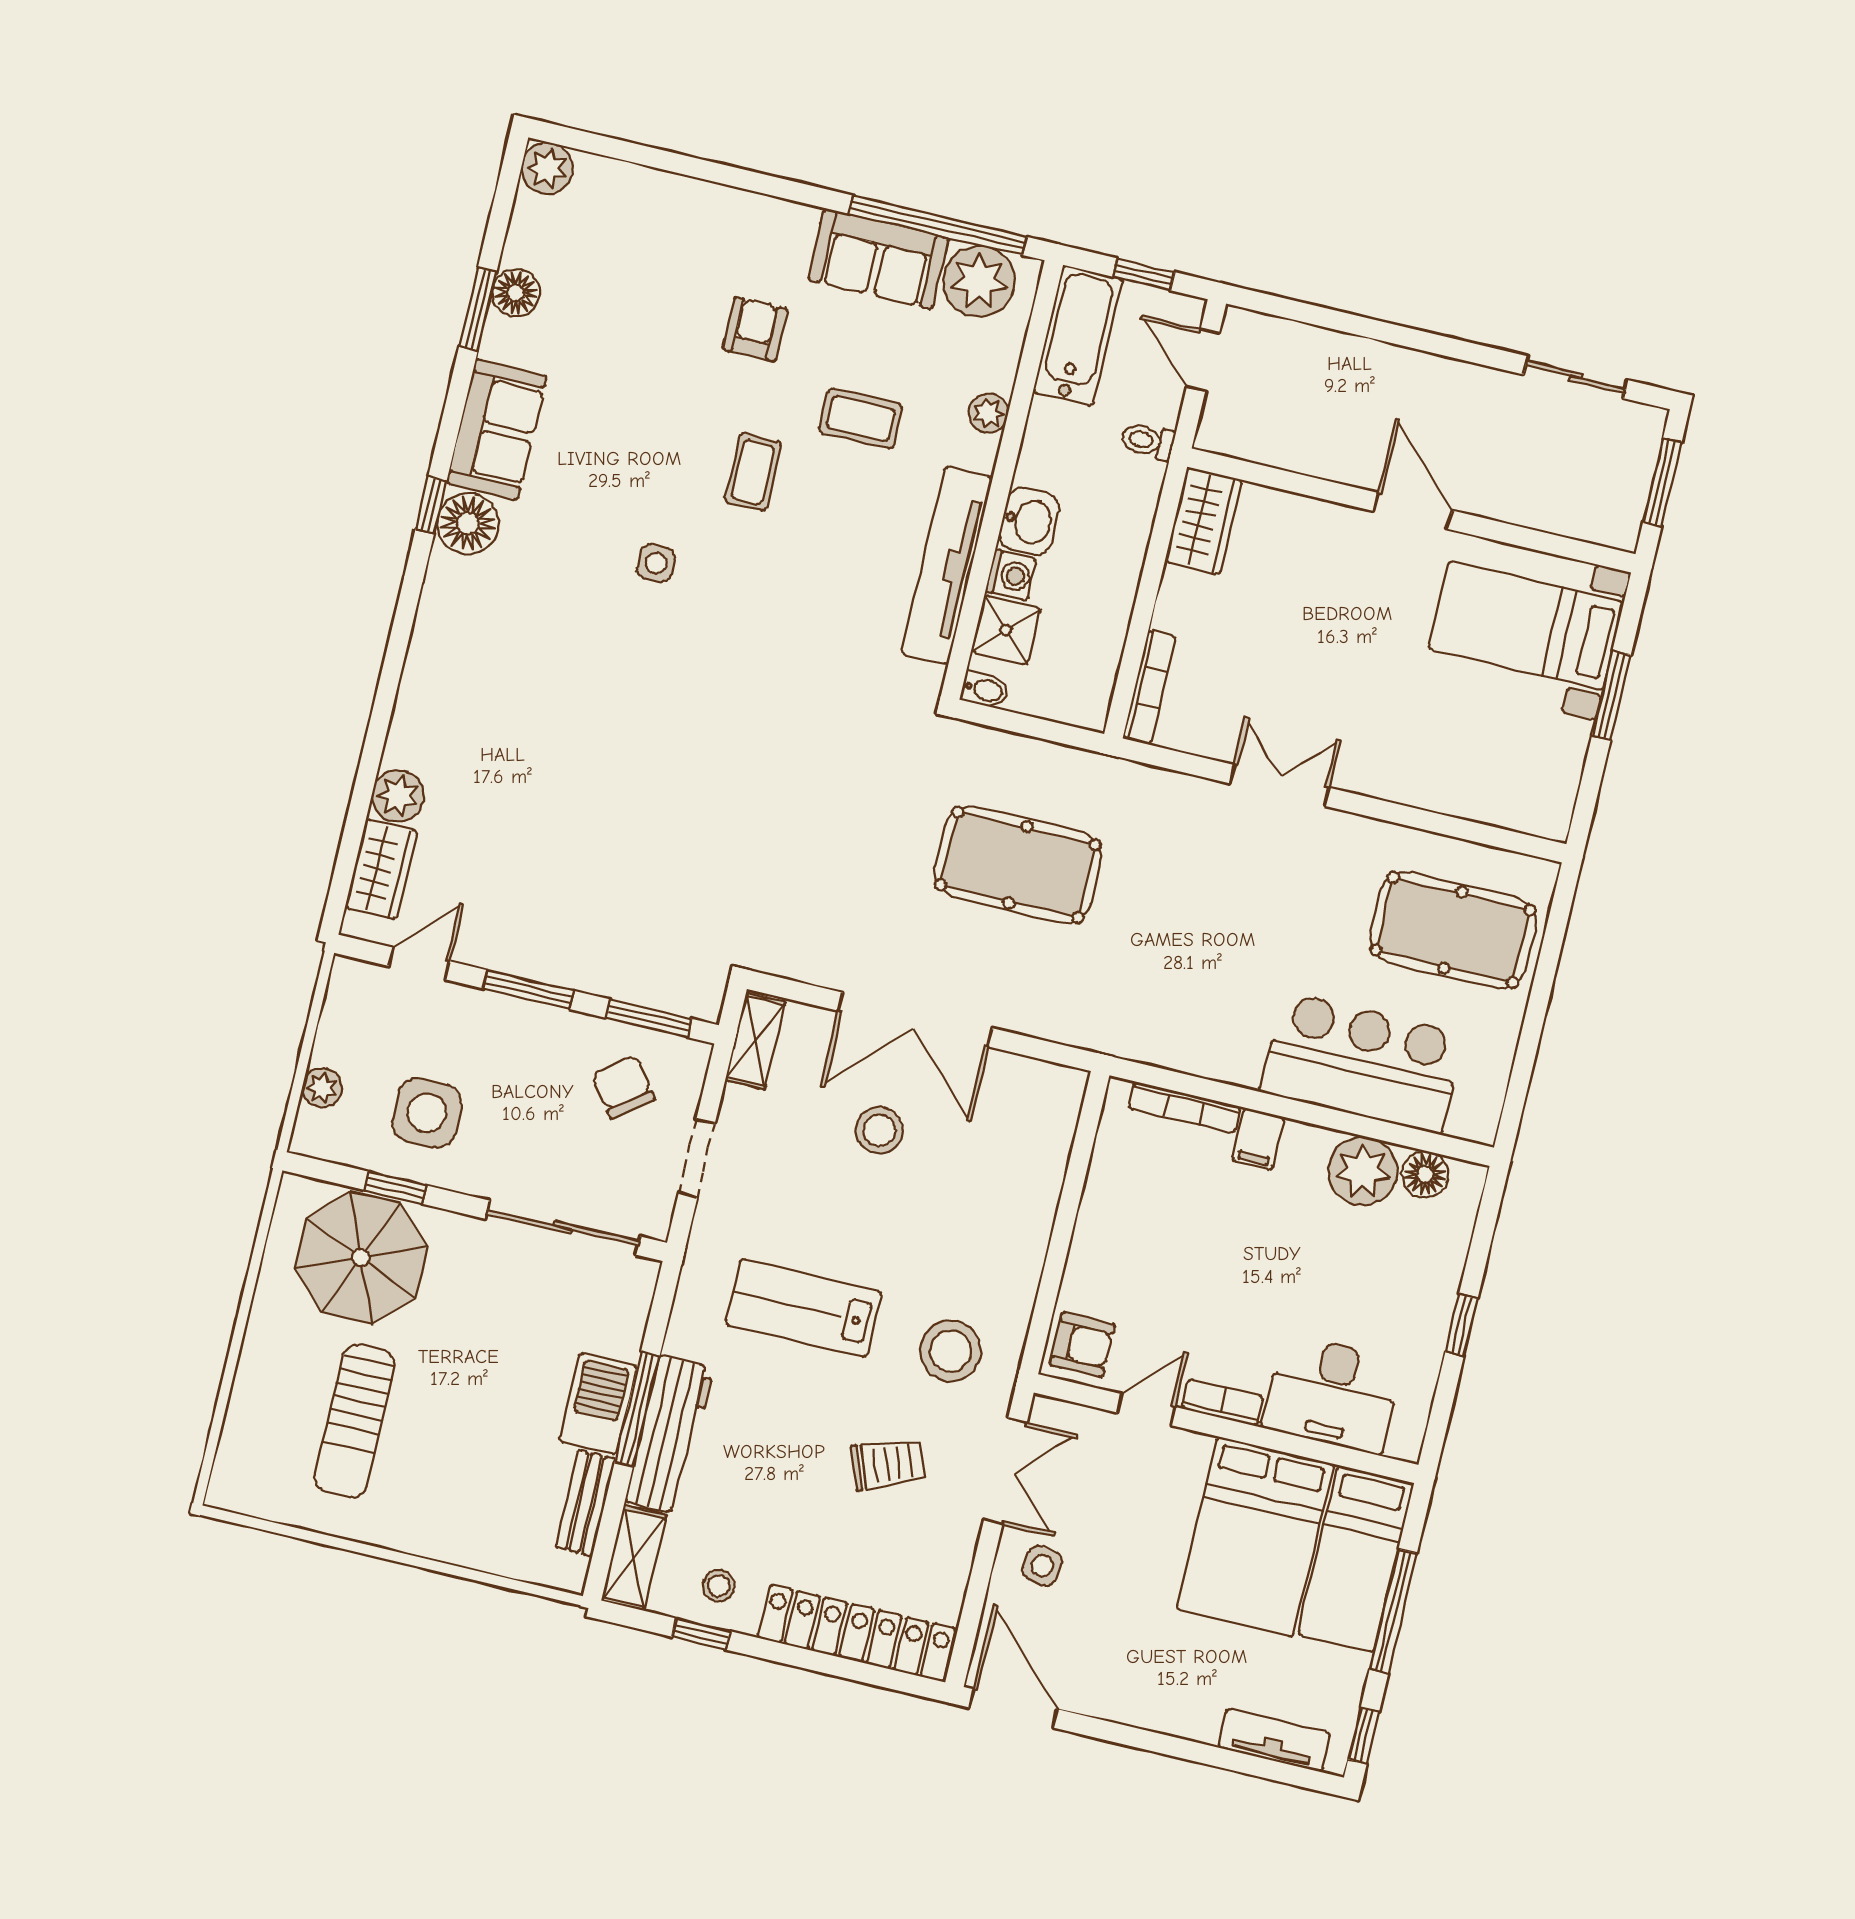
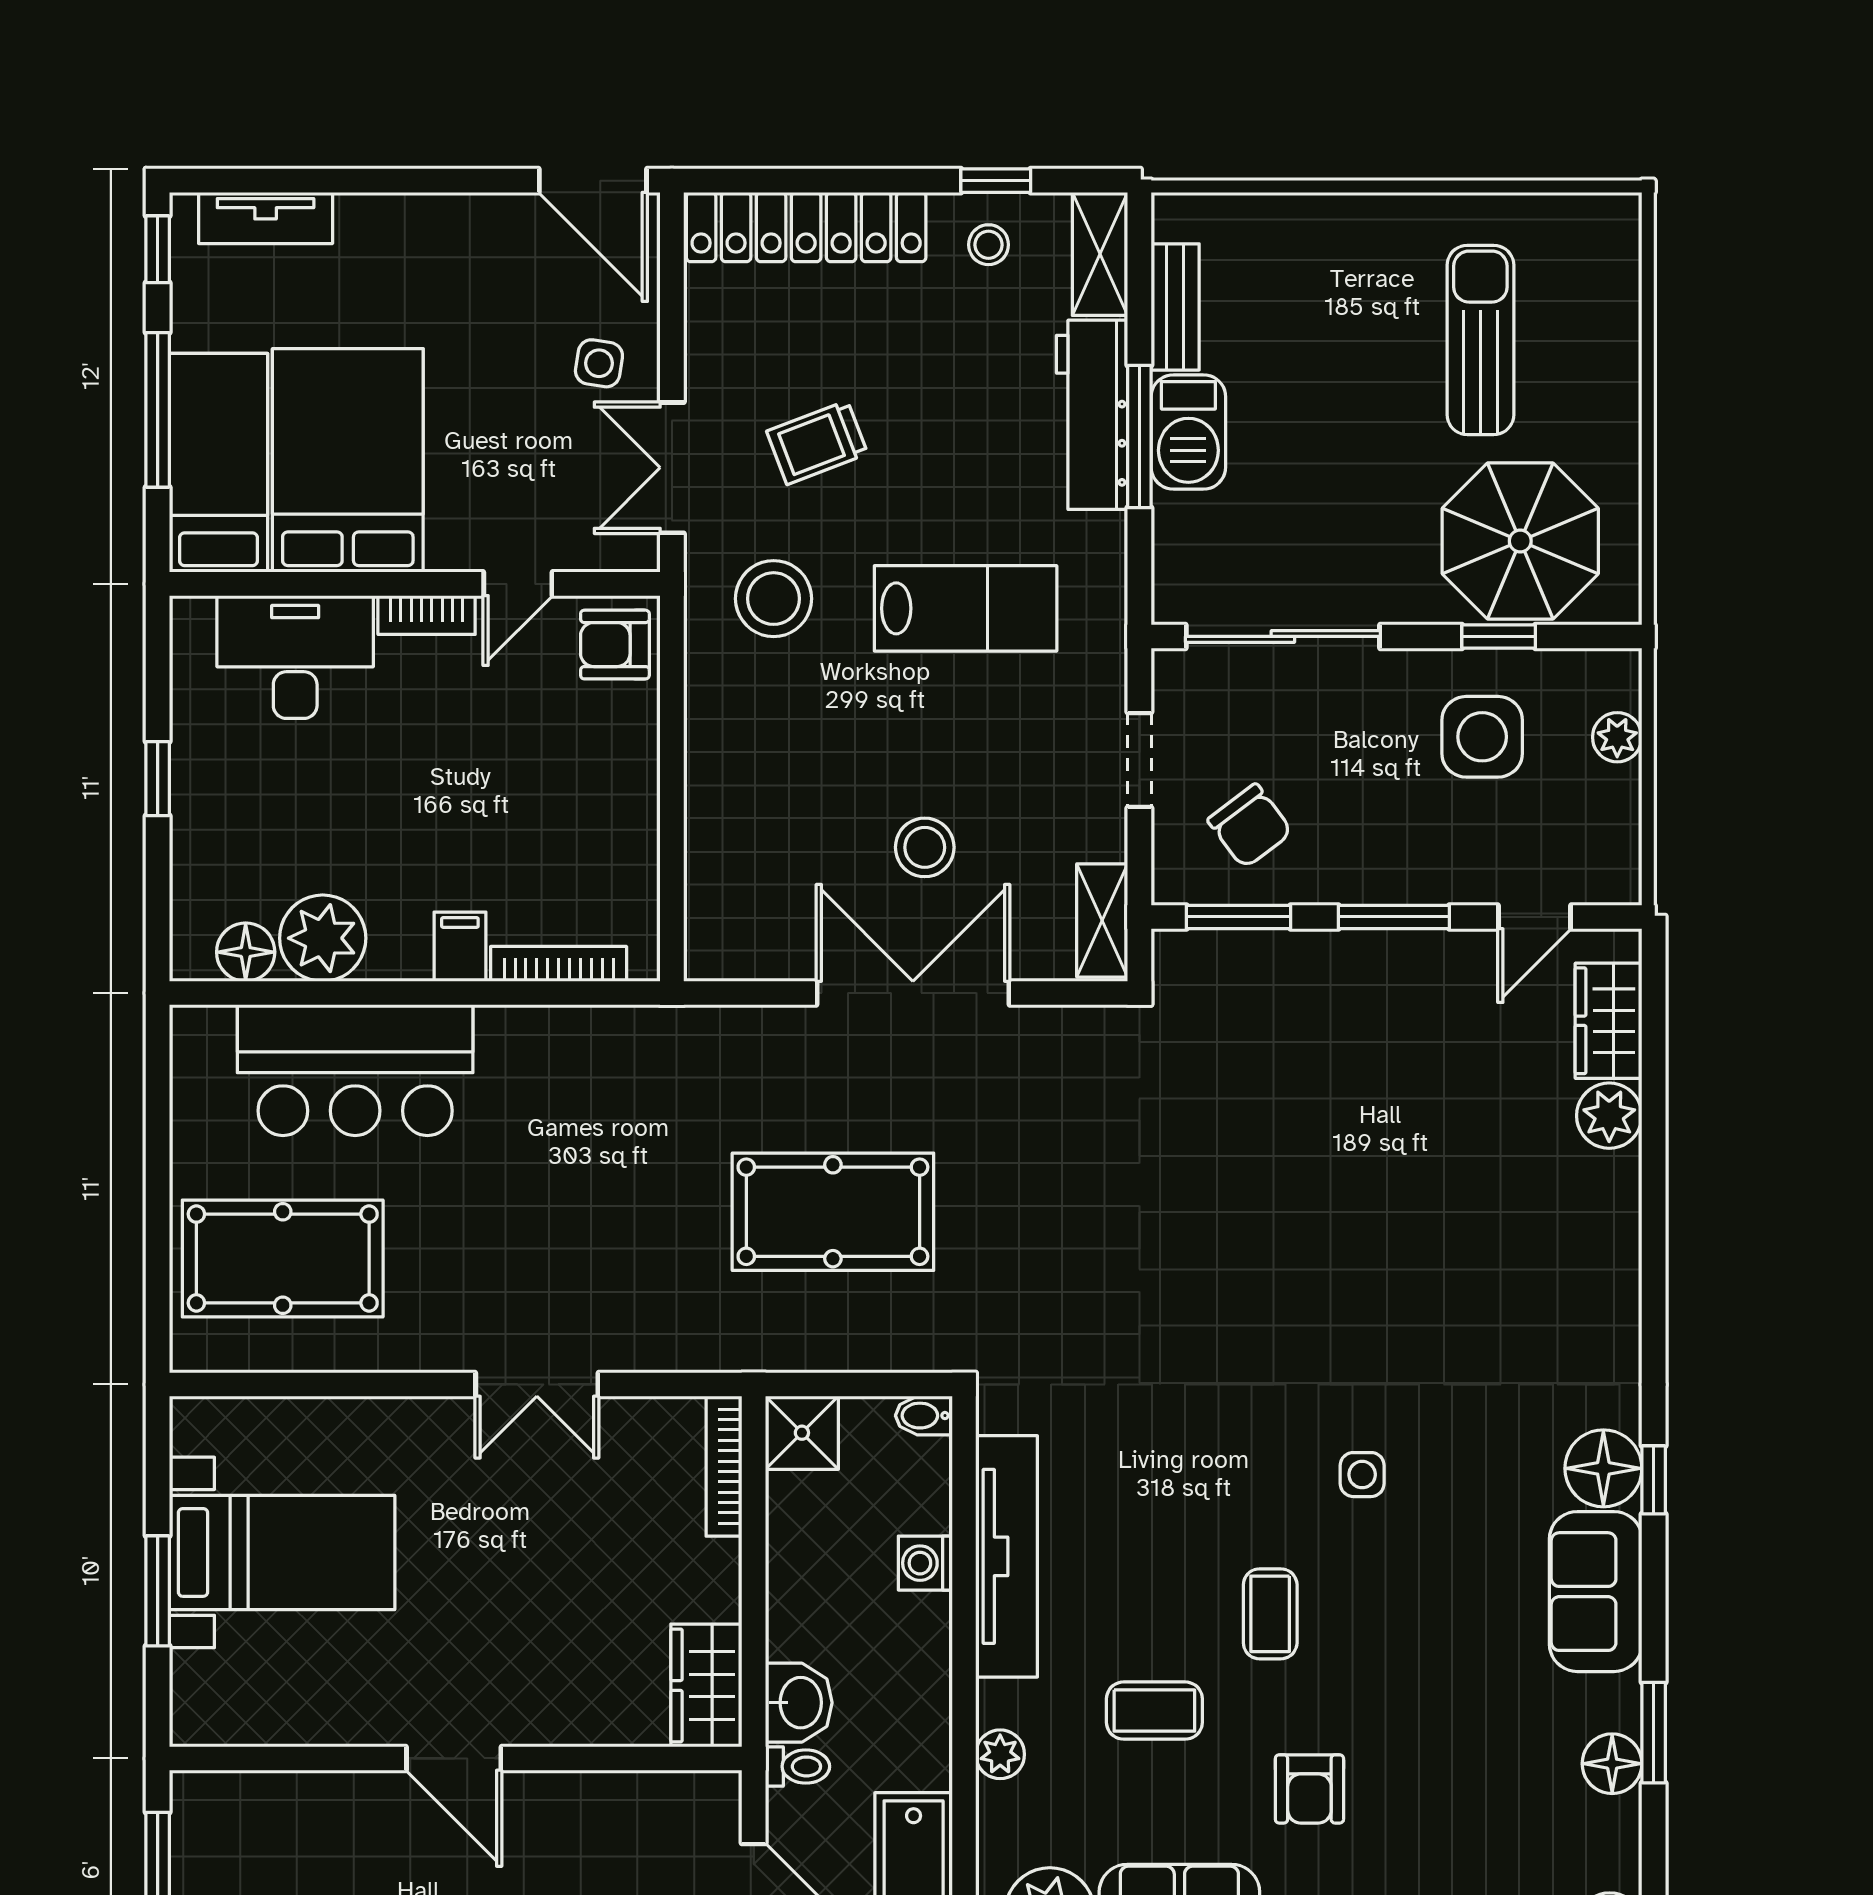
washbasin: (1029, 521) -> (799, 1703), moved, turned 180
bed with nightstands: (1526, 625) -> (282, 1552), moved
shower: (1006, 630) -> (802, 1433), moved

